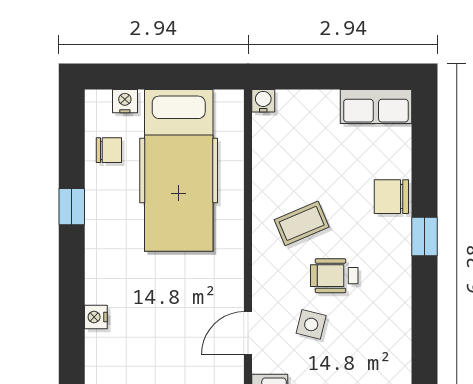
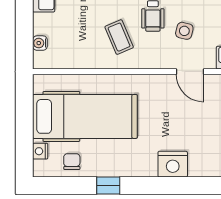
water cooler: (263, 101) -> (40, 43), moved
nightstand: (96, 317) -> (173, 164), width x1.89, depth x1.79

